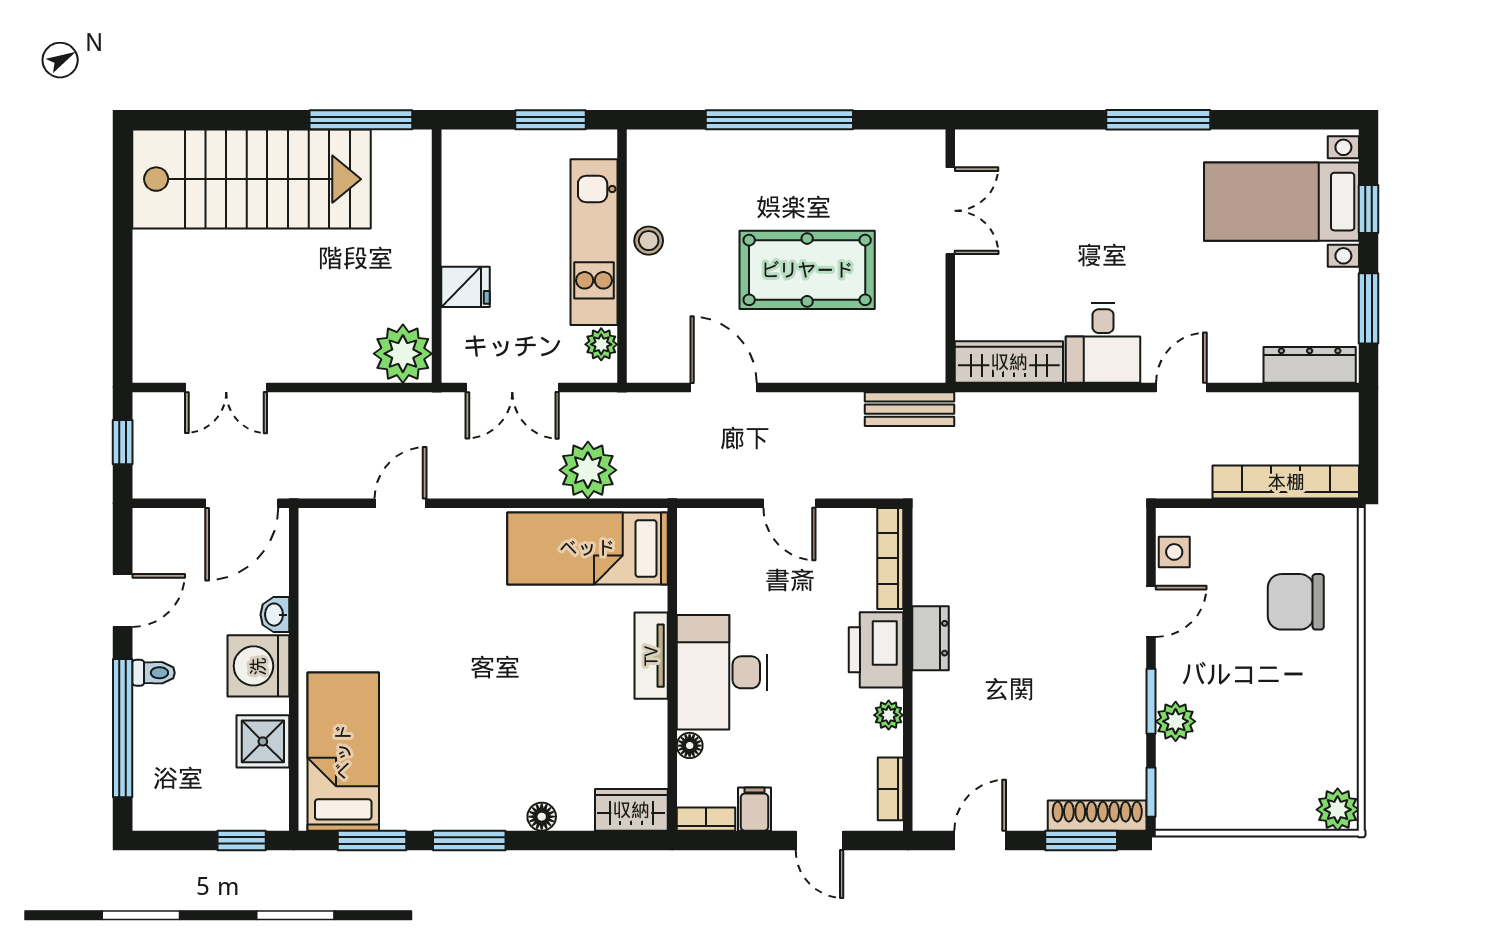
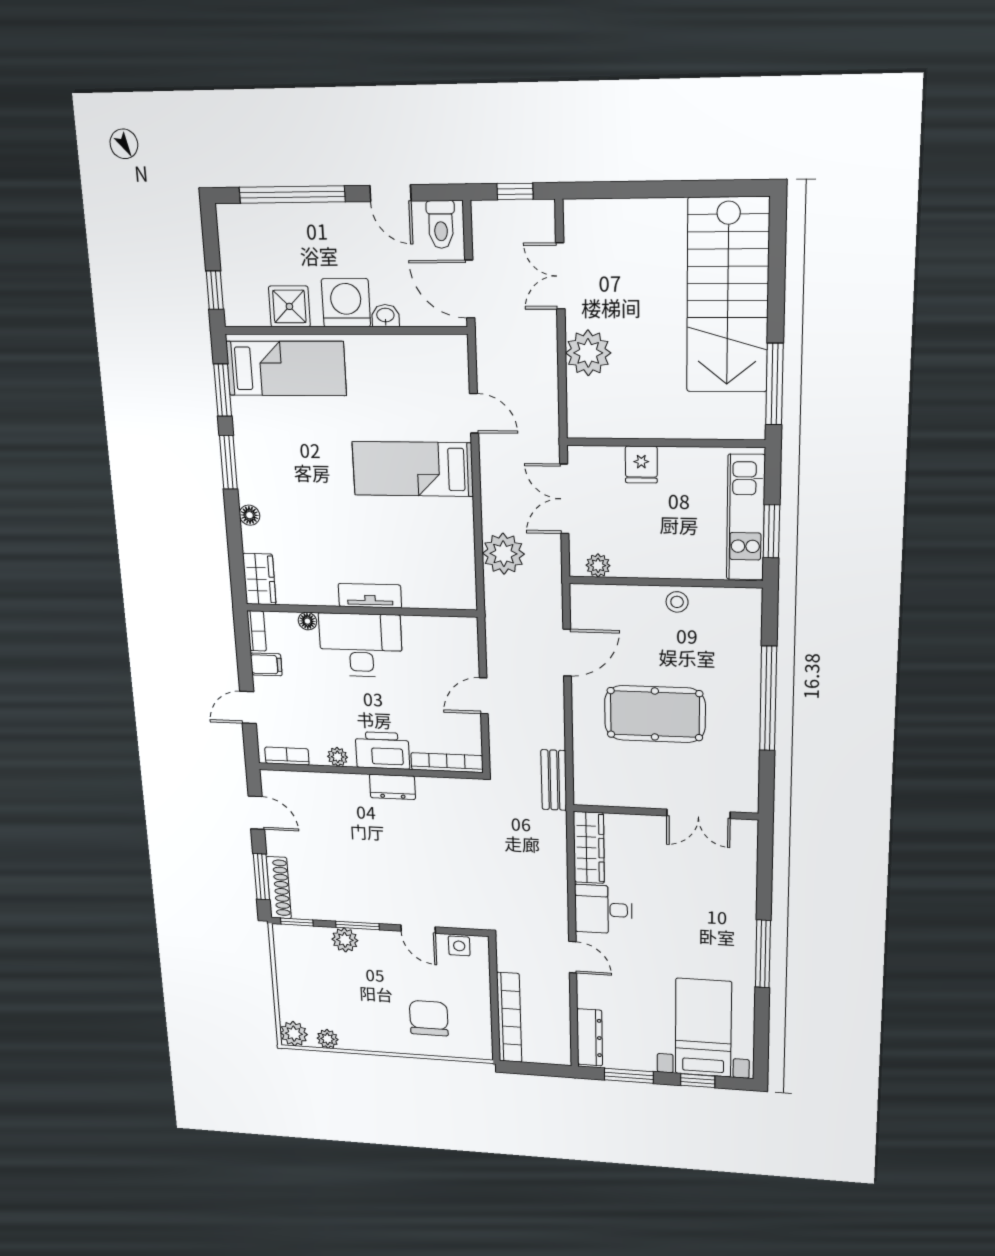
kitchen unit: (594, 242) -> (746, 518), moved, turned -90
pool table: (807, 270) -> (655, 714), turned 90
plant: (403, 354) -> (588, 353), moved
bed: (587, 548) -> (413, 469), moved, turned -90
toilet: (154, 673) -> (441, 225), moved, width x1.37, depth x1.39
plant: (1342, 758) -> (328, 1039), added

